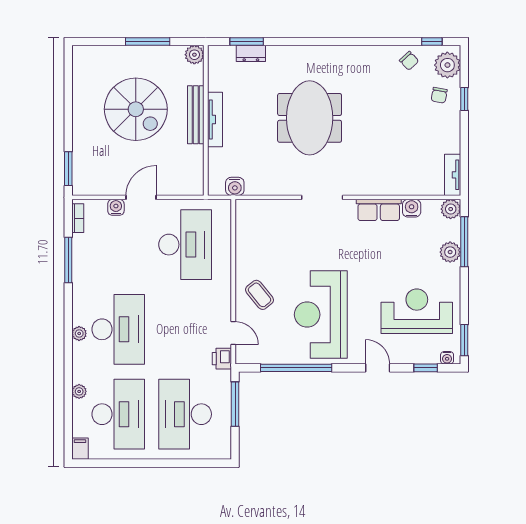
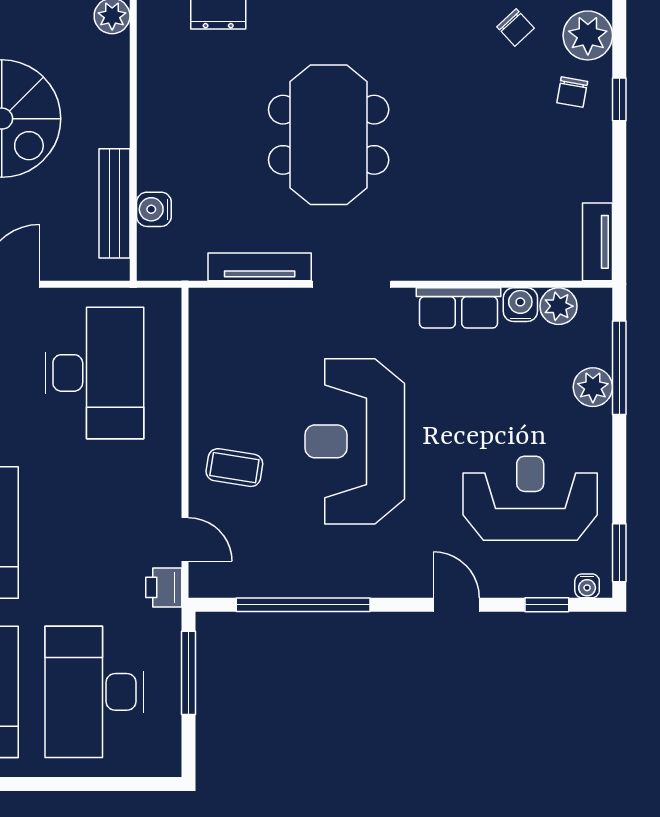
bench: (196, 115) -> (115, 203), moved
tv unit: (215, 119) -> (260, 267), moved, turned -90
water cooler: (235, 186) -> (154, 209), moved, turned 90
plant: (451, 209) -> (558, 306), moved
coffee table: (260, 295) -> (234, 468), turned -42
reception desk: (321, 315) -> (355, 441), moved

